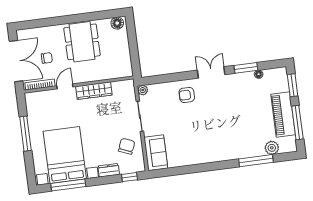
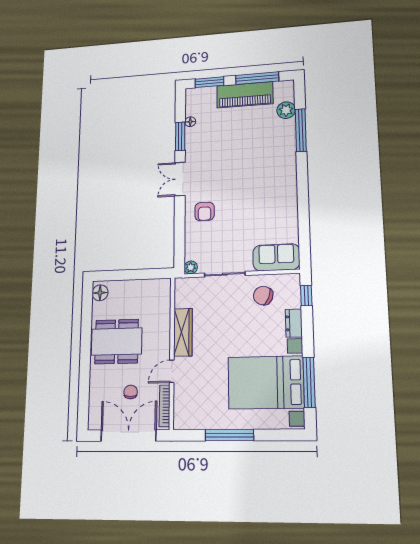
door: (65, 86) -> (172, 371), hinge flipped

